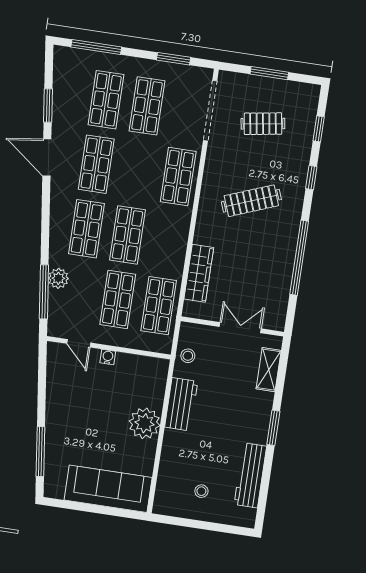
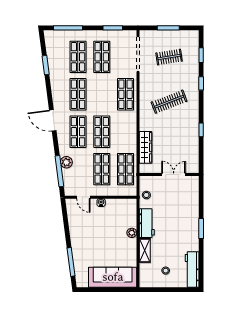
door: (47, 158) -> (53, 120), moved
window: (299, 258) -> (201, 130), width x0.32
shelving: (269, 370) -> (145, 250), moved
plant: (145, 423) -> (132, 233), width x0.53, depth x0.53
workbench: (250, 475) -> (192, 269), moved

